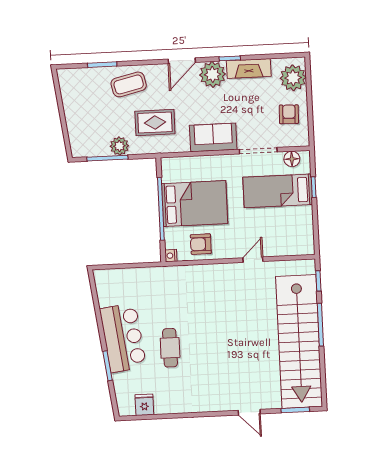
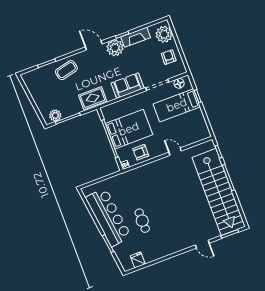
door: (182, 61) -> (94, 45), swing flipped
rug: (155, 123) -> (93, 98), moved
plant: (119, 146) -> (55, 115), moved
door: (253, 260) -> (175, 152), hinge flipped
bar counter: (123, 338) -> (108, 217), width x1.36

